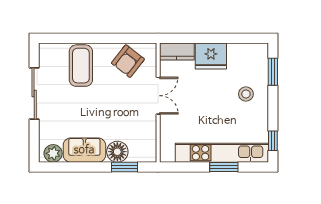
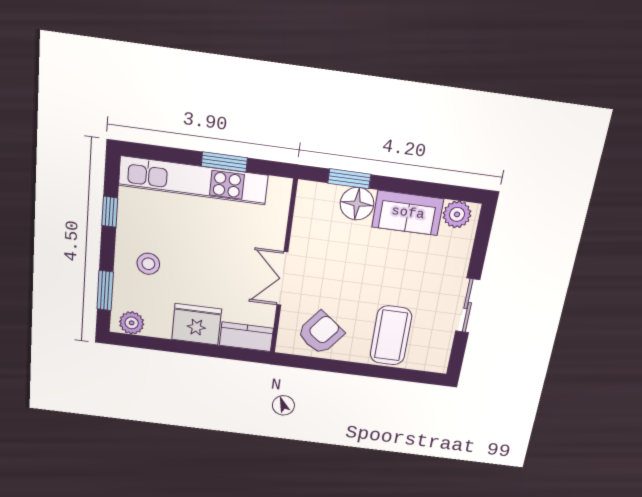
plant: (254, 51) -> (132, 323), added
sliding door: (34, 93) -> (468, 306), width x0.73
window: (273, 141) -> (110, 212), moved
window: (224, 167) -> (224, 162), moved

